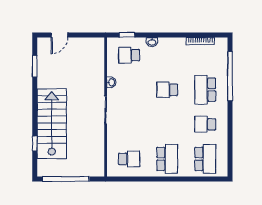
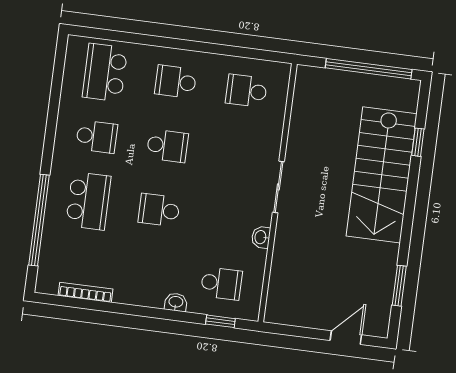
school desk: (167, 90) -> (159, 210), turned 180
school desk: (167, 124) -> (167, 146), added
school desk: (167, 159) -> (176, 82), width x0.54

